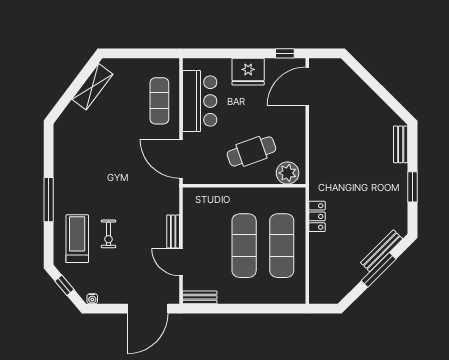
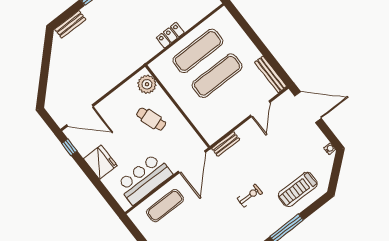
cafe table: (251, 151) -> (151, 119), width x0.73, depth x0.74
locker: (317, 216) -> (170, 35), moved
bench: (173, 231) -> (226, 144), moved
exercise bike: (109, 234) -> (250, 196), moved
window: (64, 285) -> (335, 174), removed
bench: (200, 297) -> (271, 74), width x1.36

